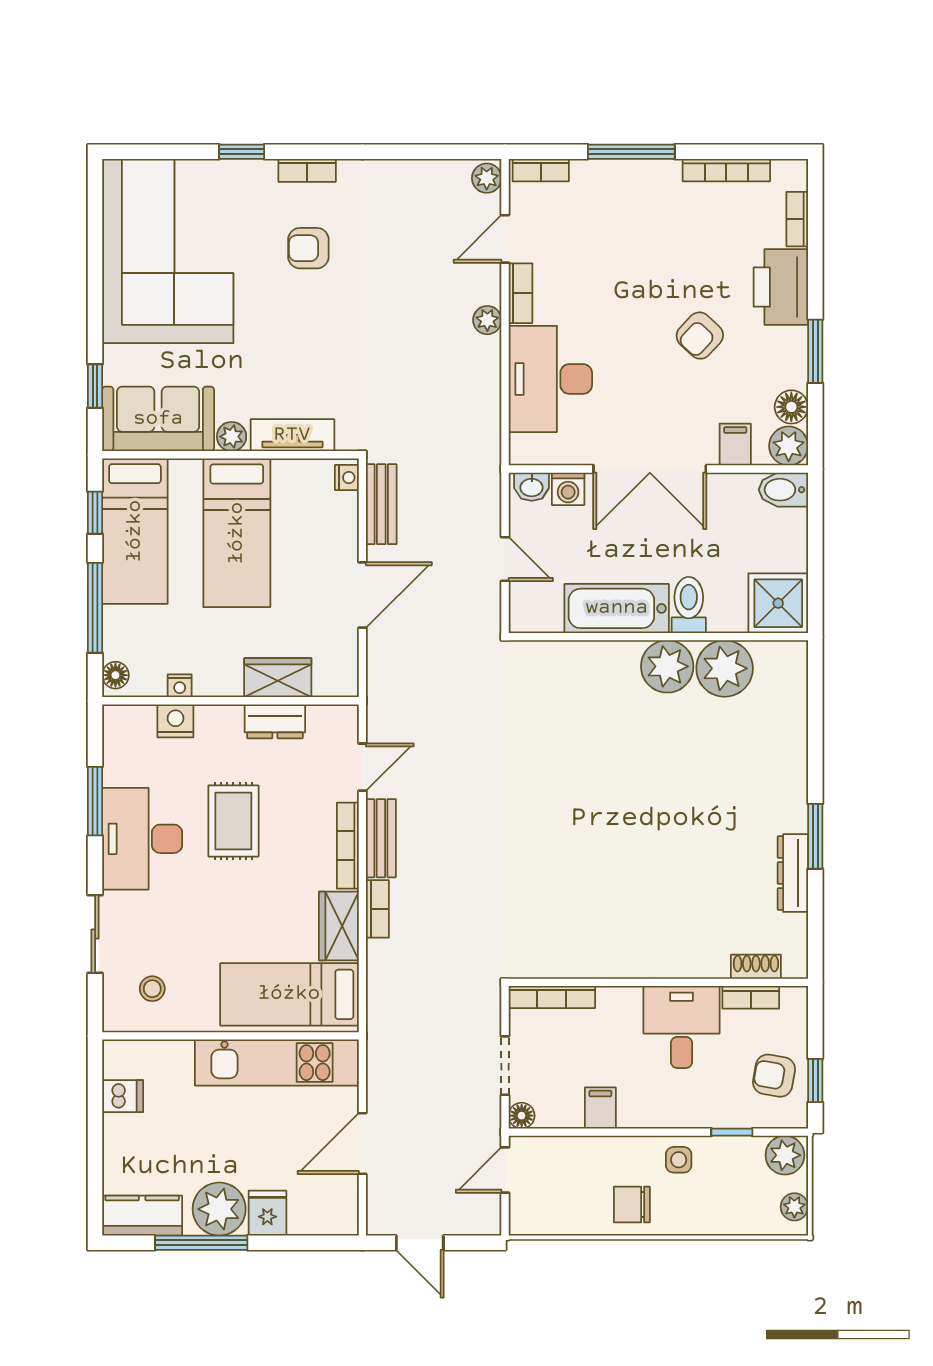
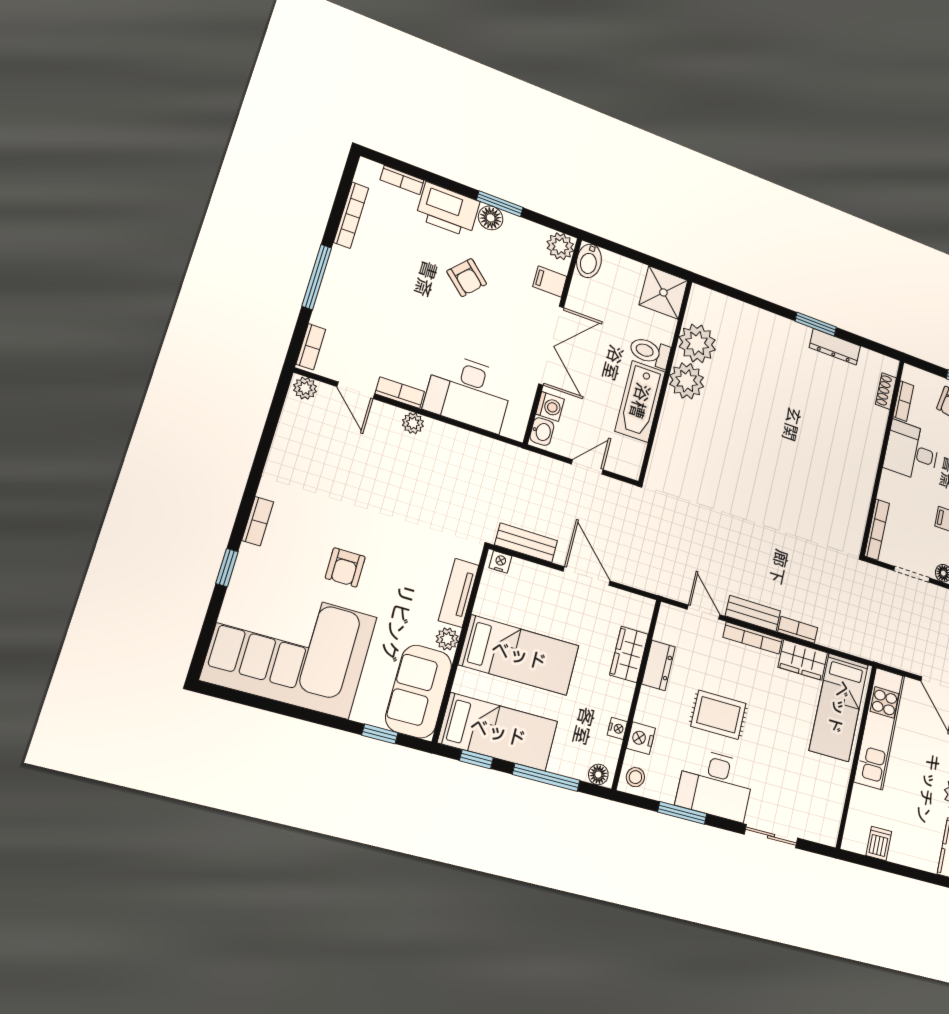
armchair: (308, 248) -> (345, 567), moved
floor lamp: (791, 407) -> (491, 218), moved
stool: (152, 989) -> (635, 777), moved

